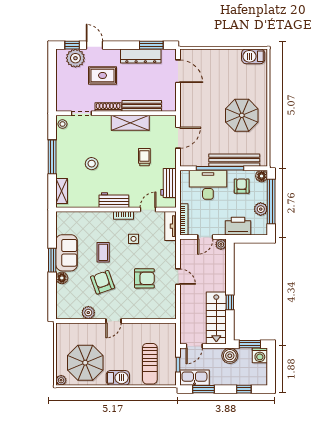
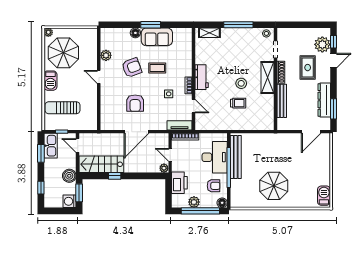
shelving: (130, 123) -> (267, 77), moved
door: (178, 138) -> (255, 132), removed
bench: (234, 160) -> (236, 157), moved
stool: (92, 164) -> (241, 83), moved
workbench: (168, 183) -> (216, 124), removed
door: (178, 277) -> (136, 132), width x1.88

